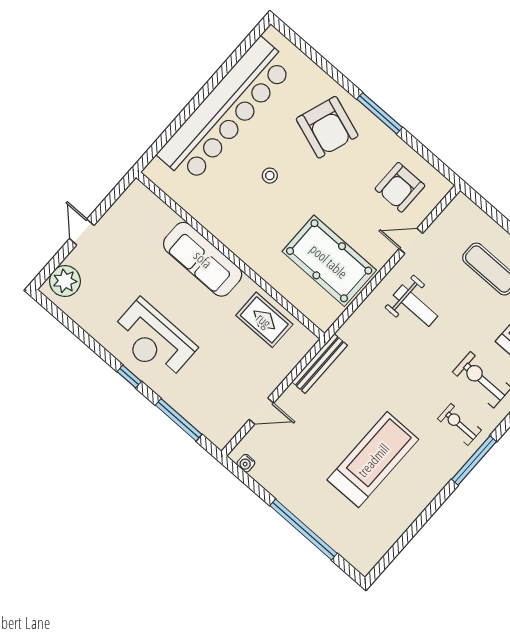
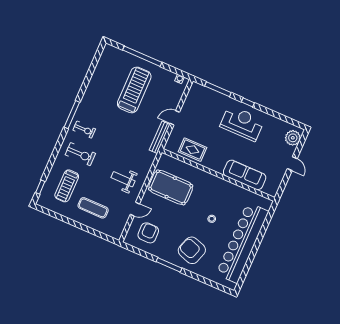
sofa: (203, 259) -> (245, 175), moved
door: (261, 411) -> (175, 118), moved
treadmill: (373, 460) -> (134, 90), moved, turned 180

